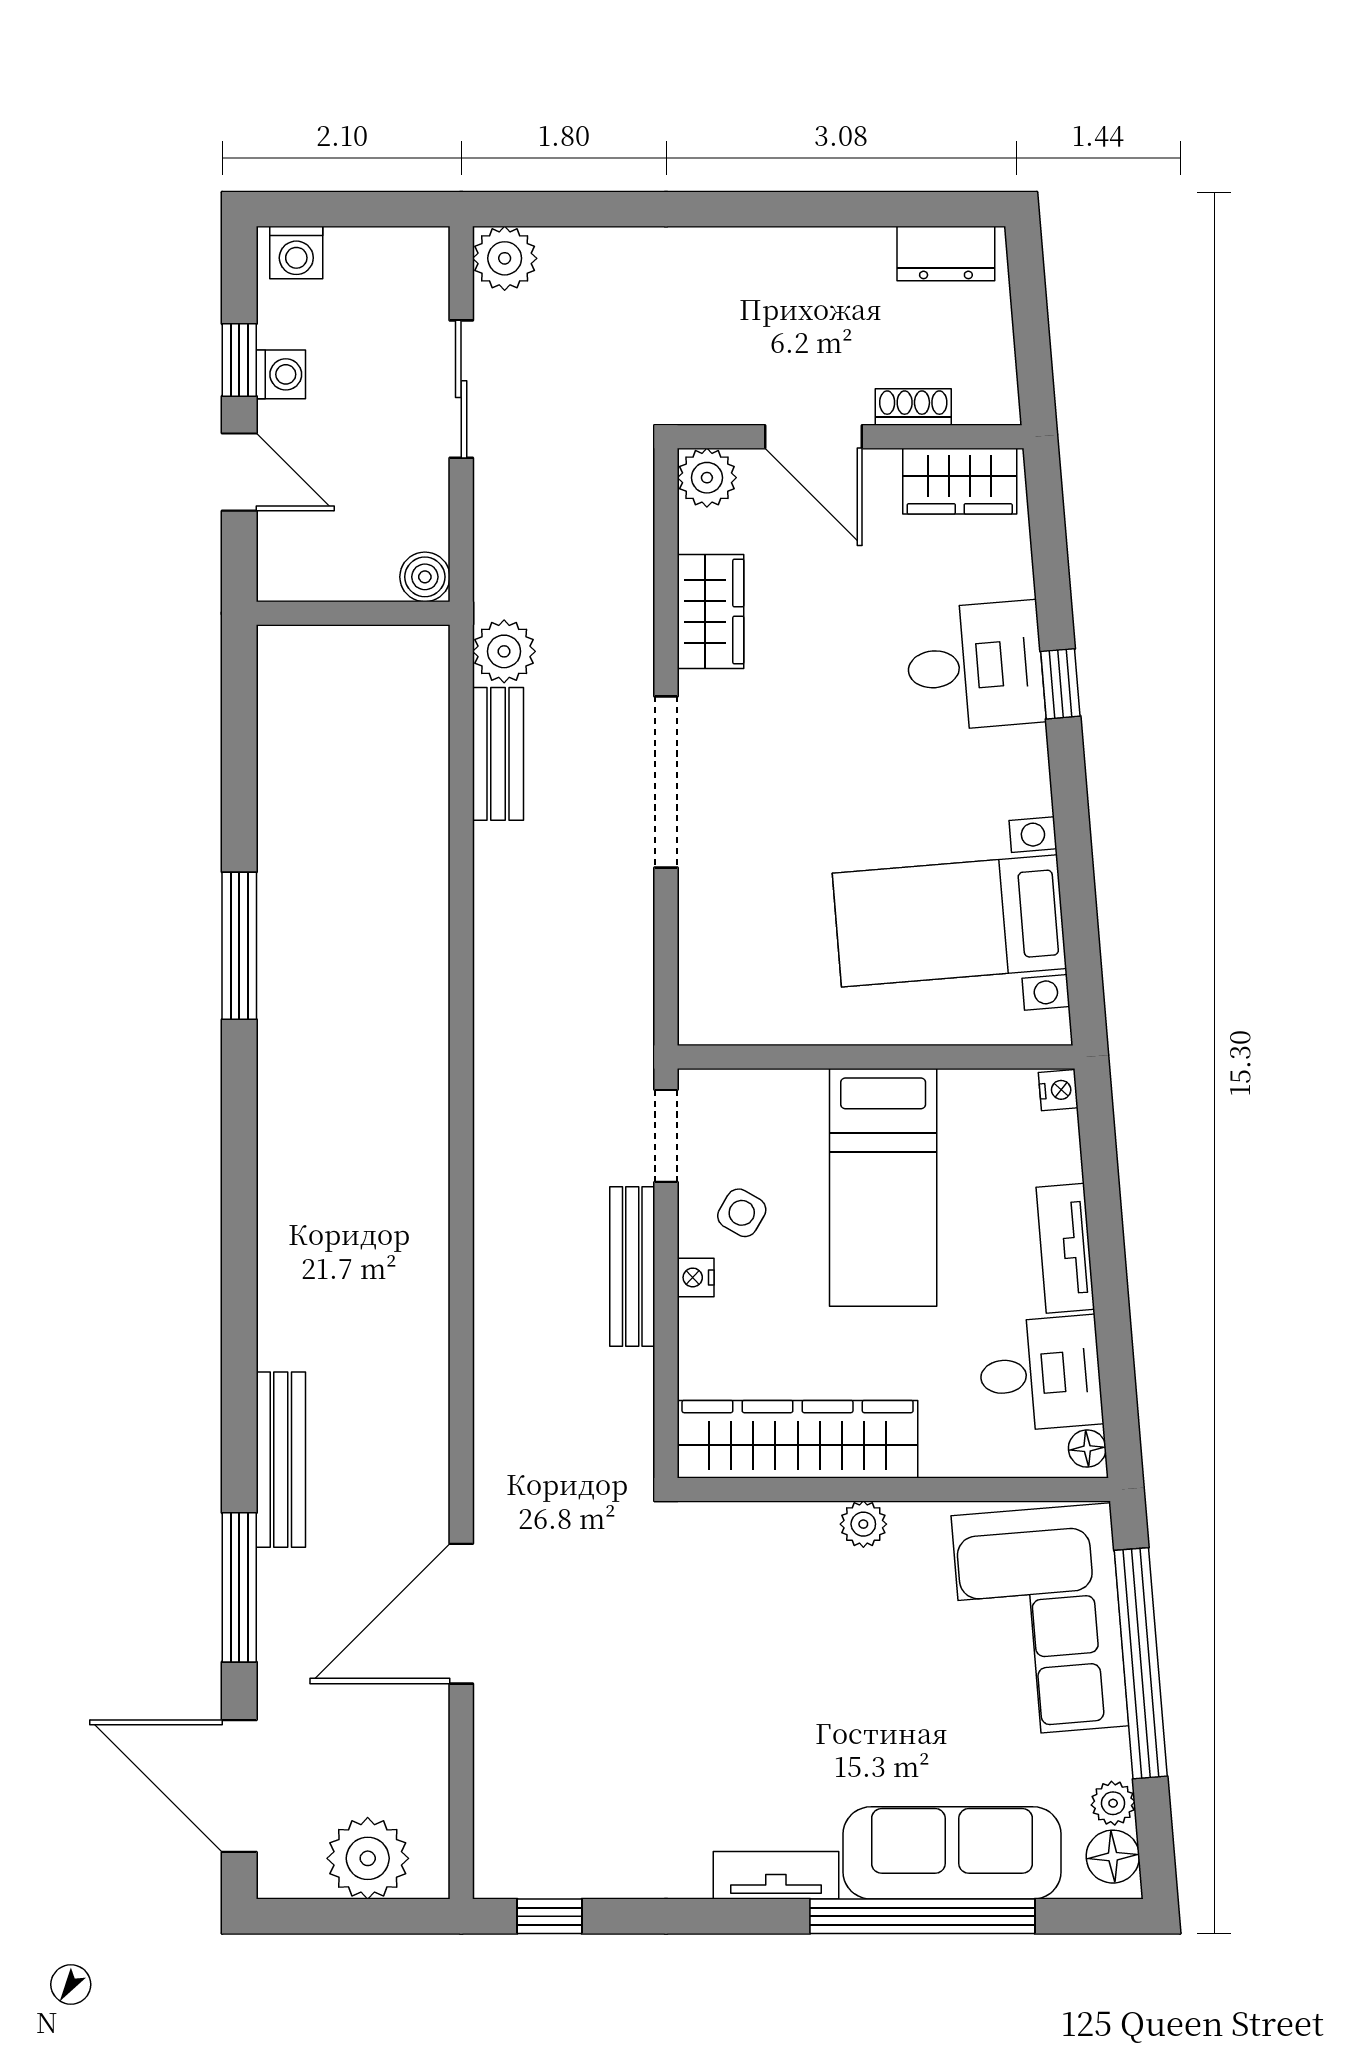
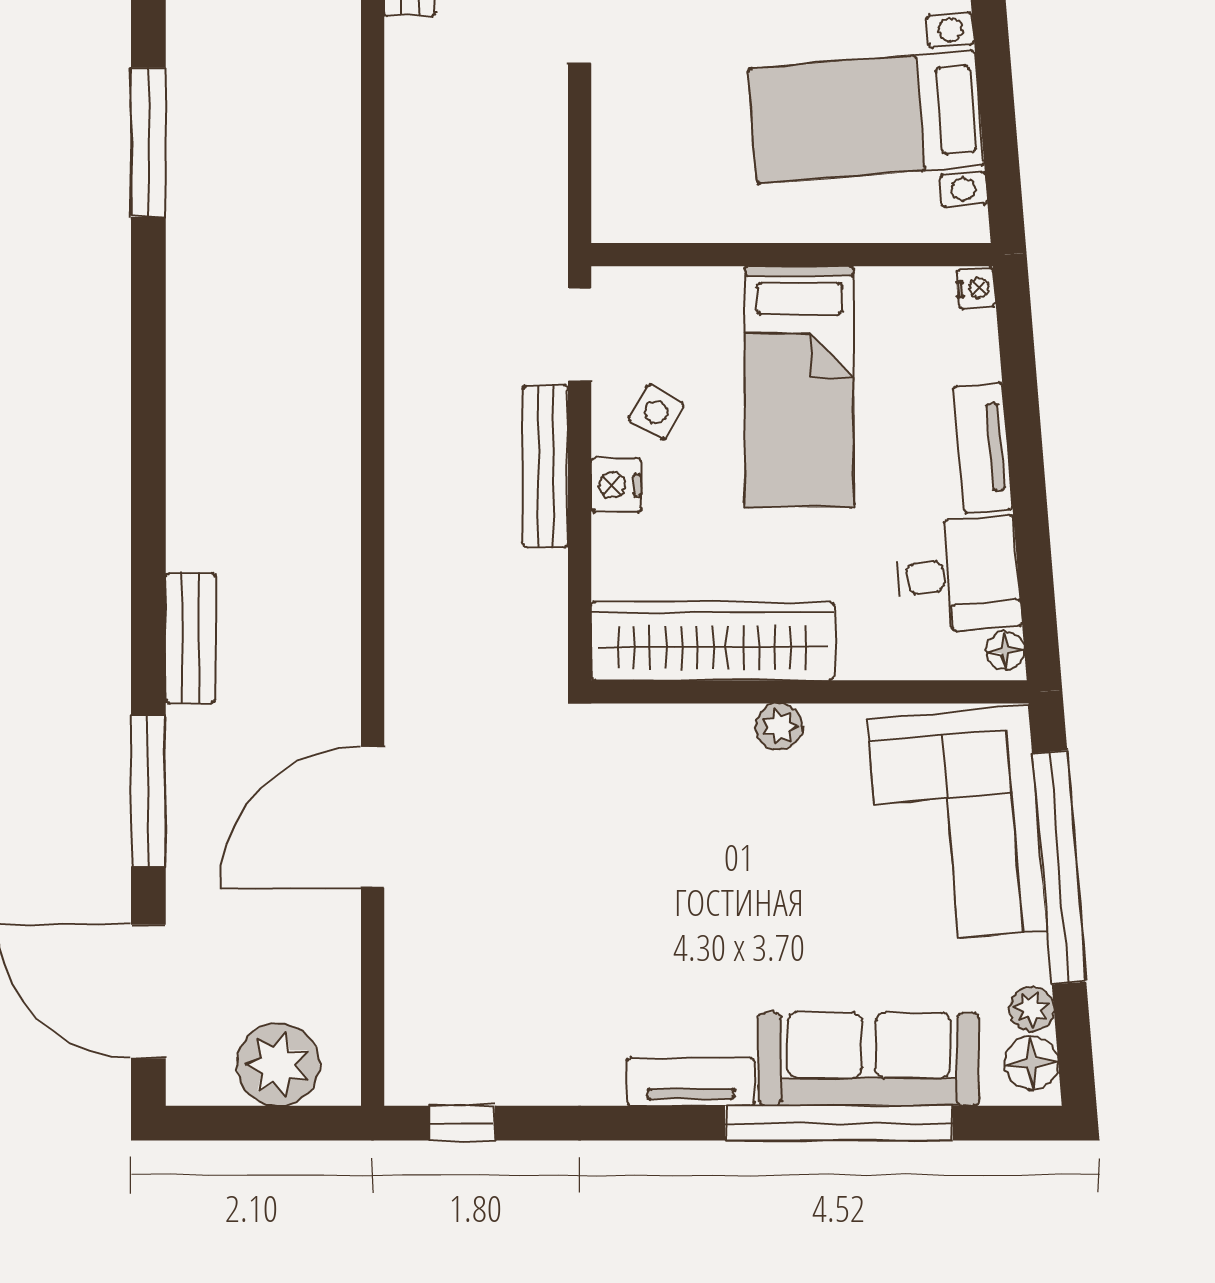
nightstand: (696, 1277) -> (616, 485), width x1.39, depth x1.35
bench: (281, 1460) -> (190, 638), width x0.73

